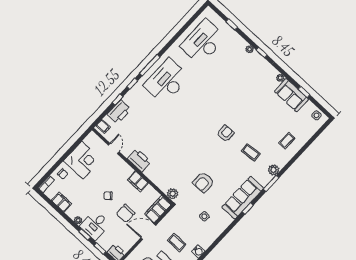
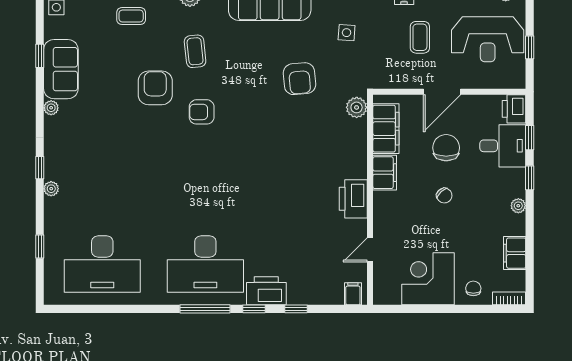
printer: (119, 112) -> (266, 291), moved
armchair: (251, 124) -> (155, 88), added
armchair: (204, 182) -> (299, 79), turned 85
filing cabinet: (158, 209) -> (386, 129), moved, turned -90
chair: (126, 213) -> (446, 148), turned -90
desk: (95, 225) -> (503, 146), moved
door: (148, 232) -> (442, 92), hinge flipped

